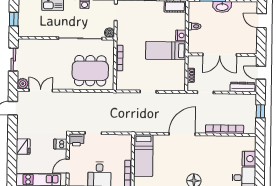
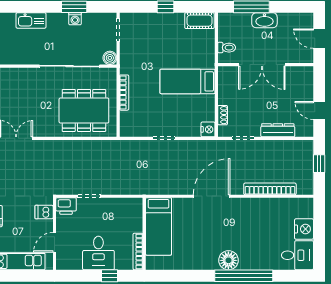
nightstand: (181, 35) -> (208, 129), moved
double door: (220, 55) -> (262, 65), moved
wall: (222, 55) -> (266, 65), moved
dresser: (242, 87) -> (278, 130), moved

